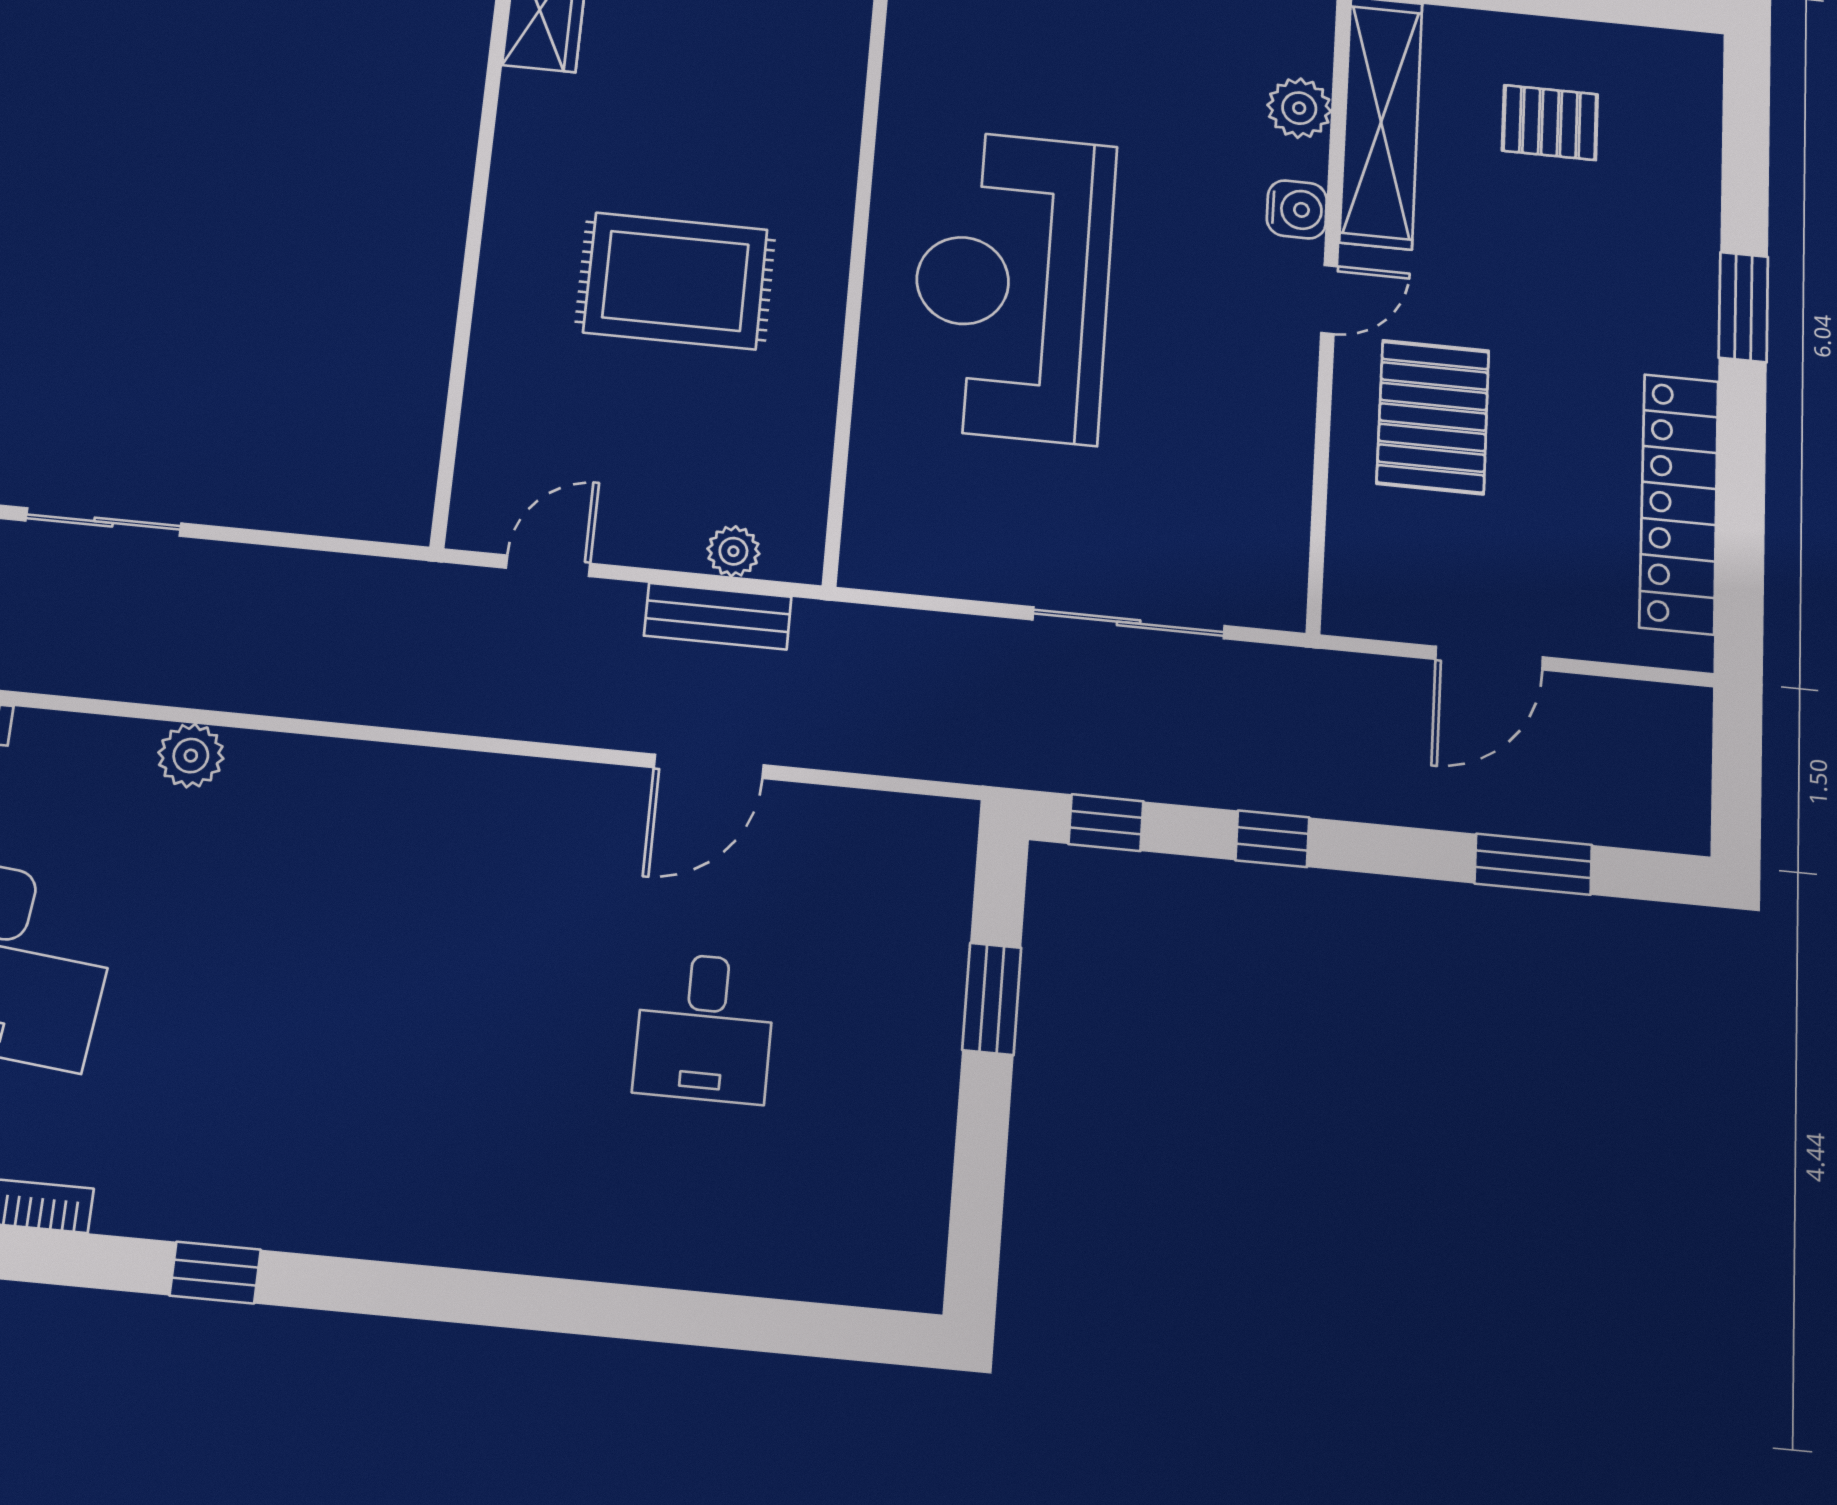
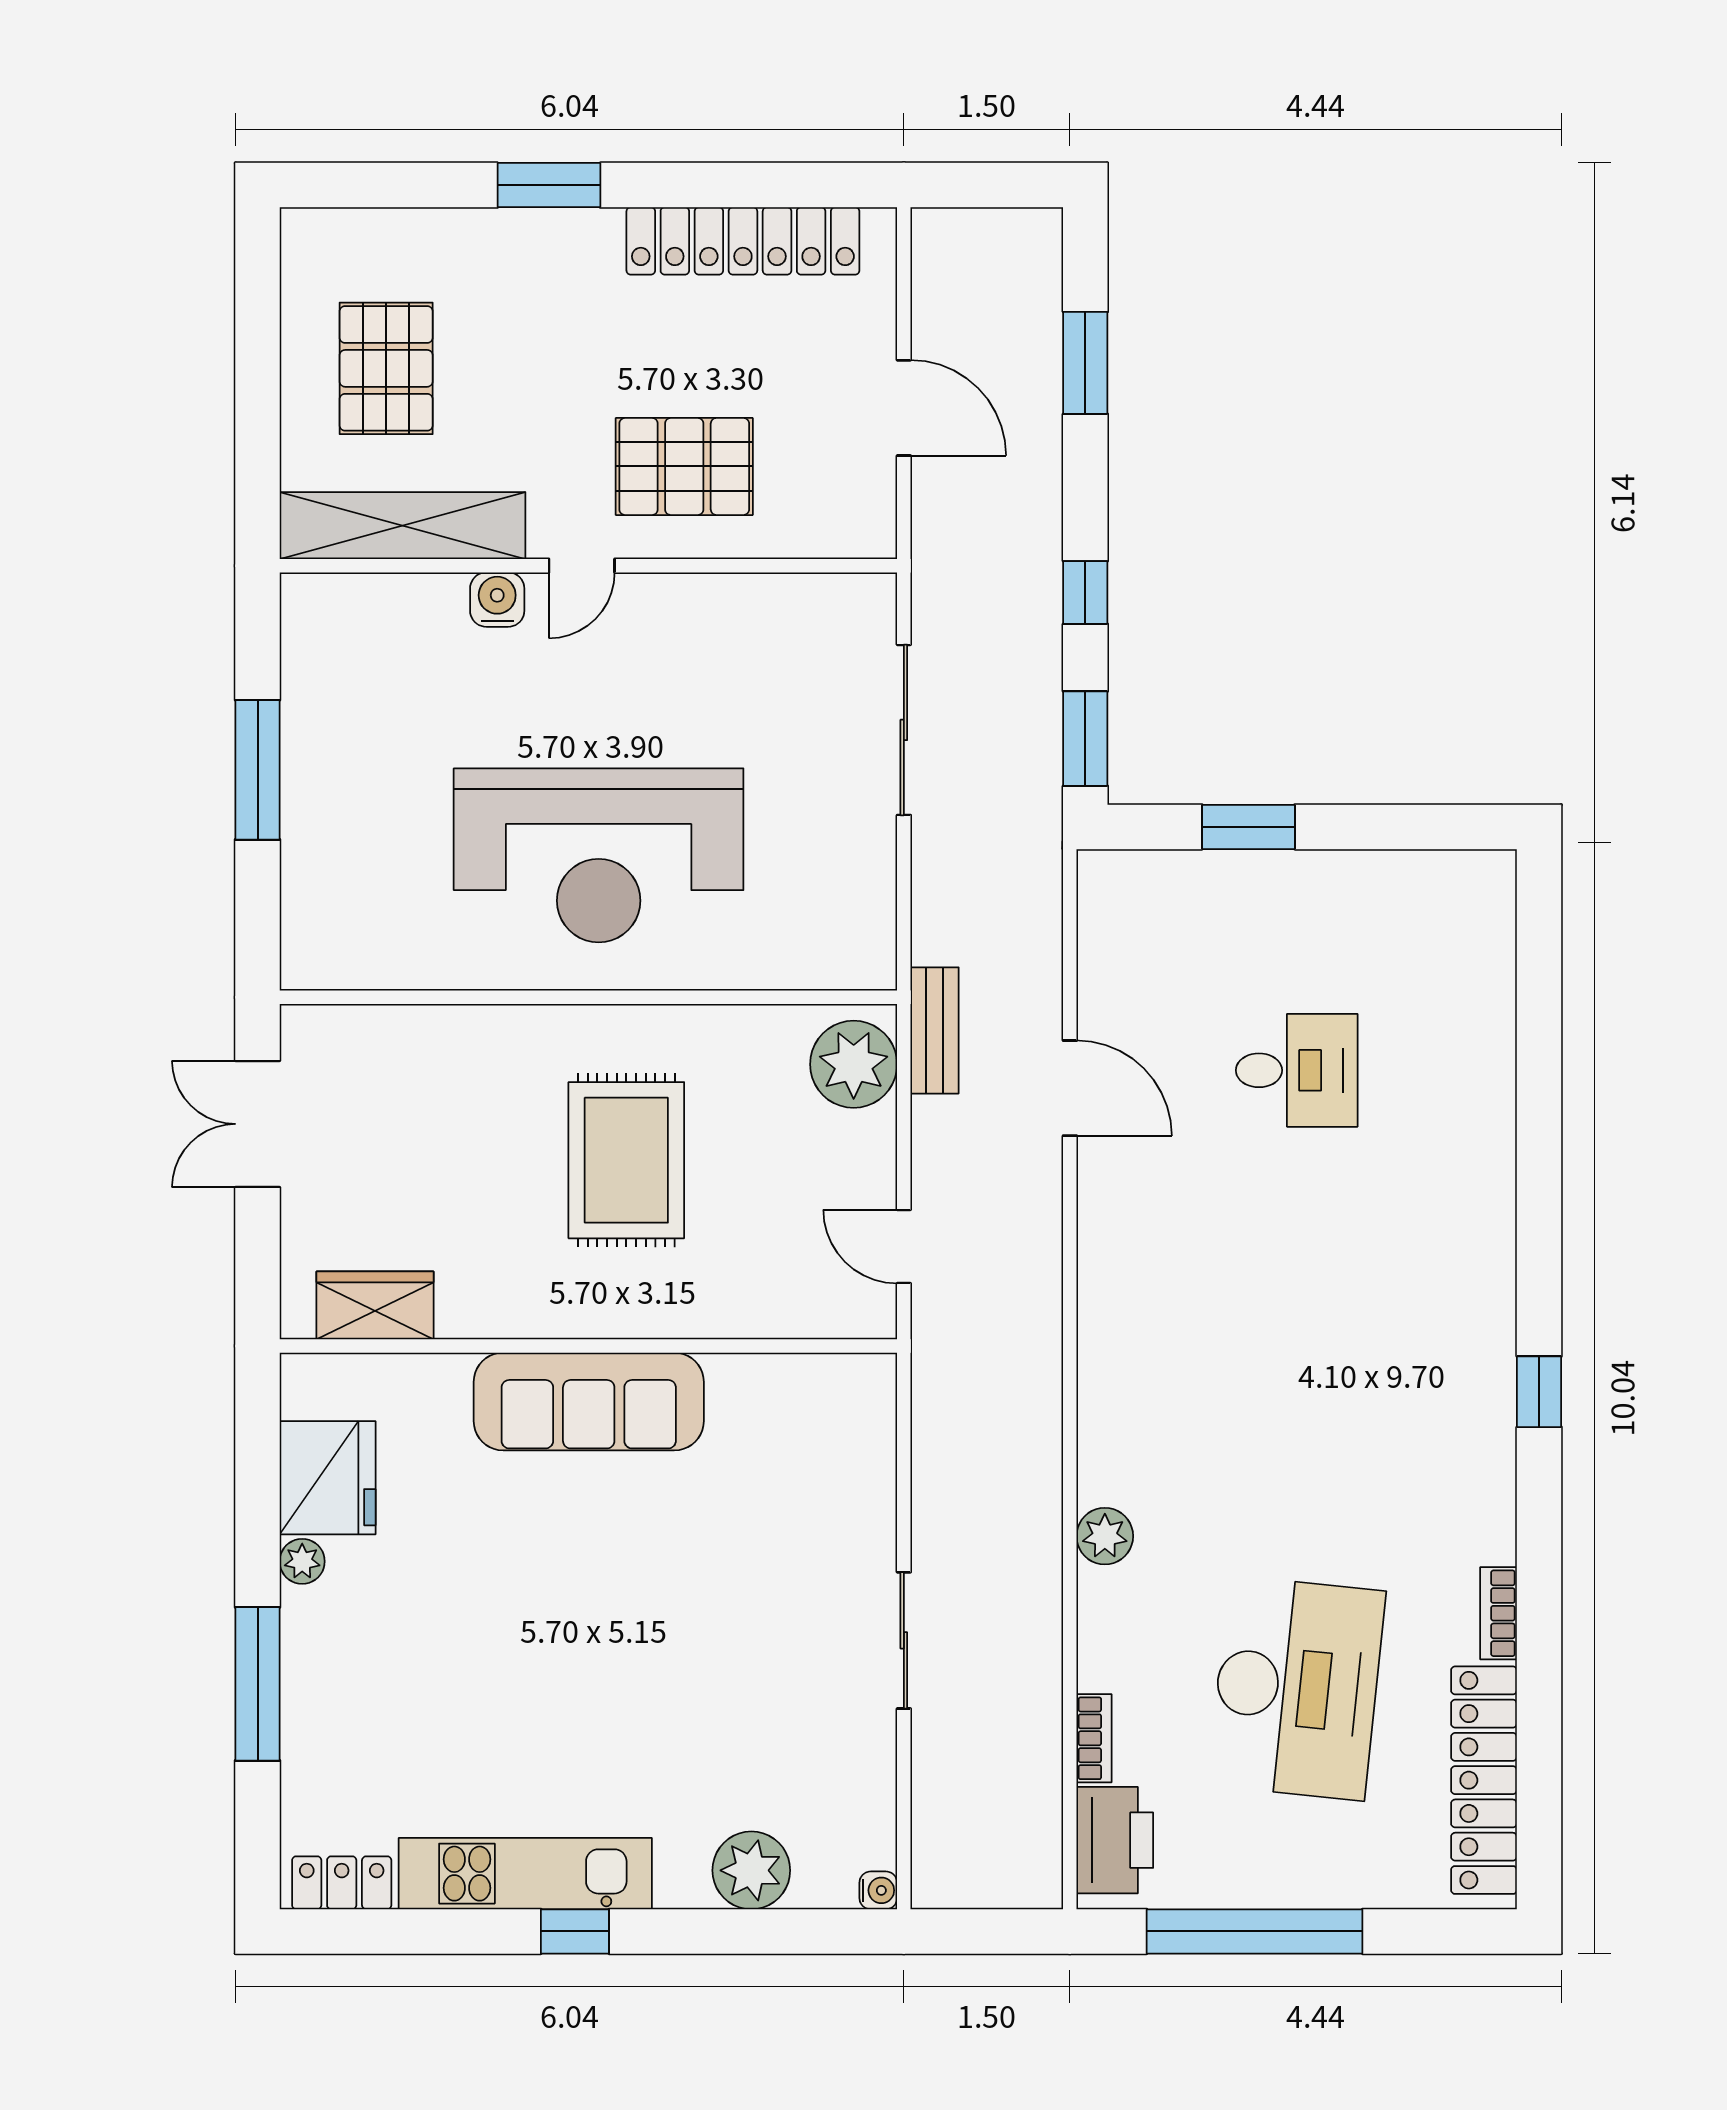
plant: (1299, 108) -> (397, 602), removed
pallet: (1550, 123) -> (386, 368), width x1.50, depth x1.42
sofa: (415, 216) -> (589, 1401), added
door: (1329, 300) -> (582, 566), swing flipped
plant: (733, 551) -> (854, 1064), width x1.88, depth x1.88
bench: (718, 616) -> (935, 1030), moved
window: (1106, 823) -> (1085, 739), width x1.50
window: (215, 1273) -> (1539, 1392), moved

